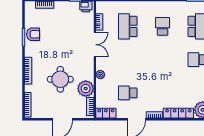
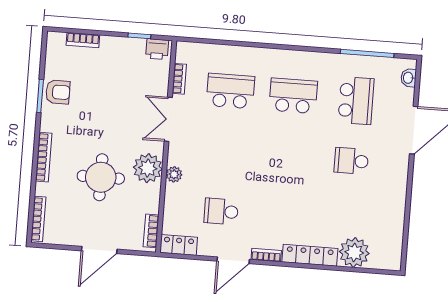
school desk: (128, 26) -> (230, 91), turned 90
school desk: (162, 26) -> (293, 96), width x1.85
double door: (95, 45) -> (168, 119), swing flipped
plant: (86, 89) -> (148, 168), moved

